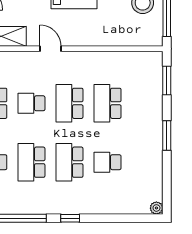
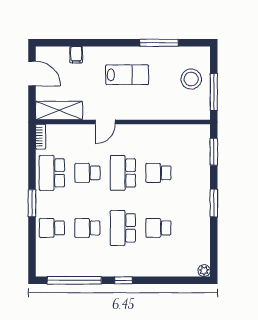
door: (51, 49) -> (105, 122), swing flipped
school desk: (108, 103) -> (158, 173), width x0.54
school desk: (31, 162) -> (87, 228), width x0.54

